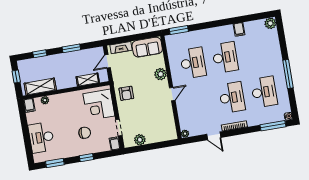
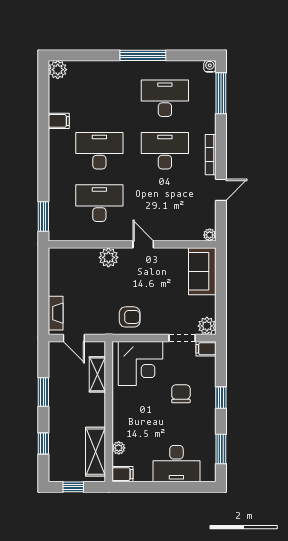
sofa: (147, 47) -> (202, 271), moved, turned 180
plant: (140, 140) -> (207, 326), moved

